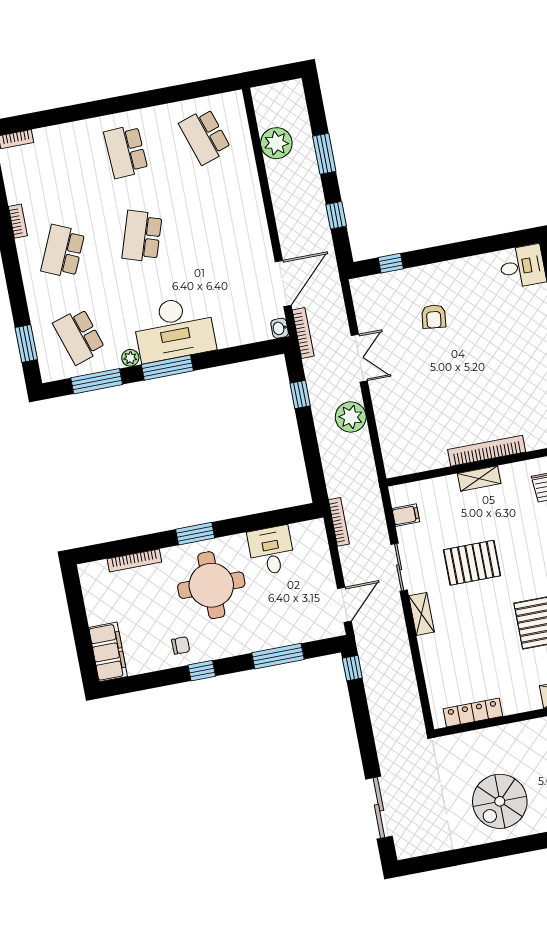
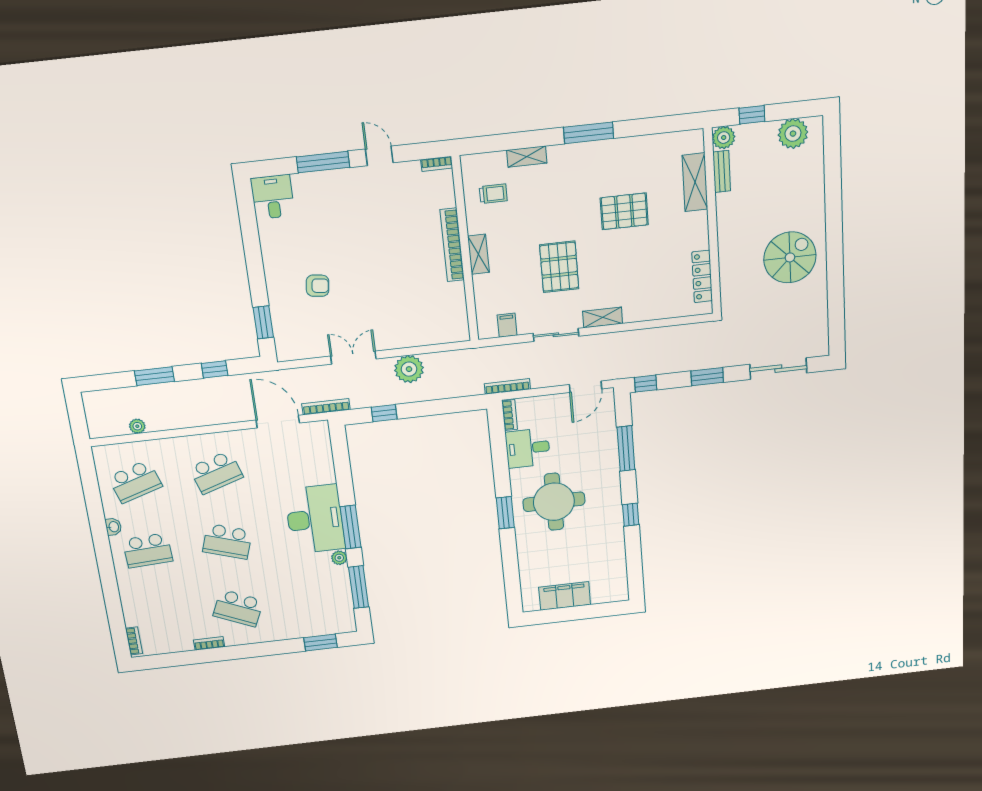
plant: (276, 143) -> (137, 426), width x0.53, depth x0.53
window: (391, 263) -> (263, 322), width x1.50
washbasin: (280, 328) -> (113, 527), moved, turned -90
school desk: (79, 336) -> (216, 472), moved
bookcase: (134, 560) -> (510, 415), moved, width x0.64
door: (344, 605) -> (586, 387), swing flipped
chair: (181, 645) -> (606, 531), removed
filing cabinet: (108, 652) -> (565, 596), moved
window: (365, 733) -> (707, 377), added
spiral stairs: (500, 801) -> (790, 257), turned -90

